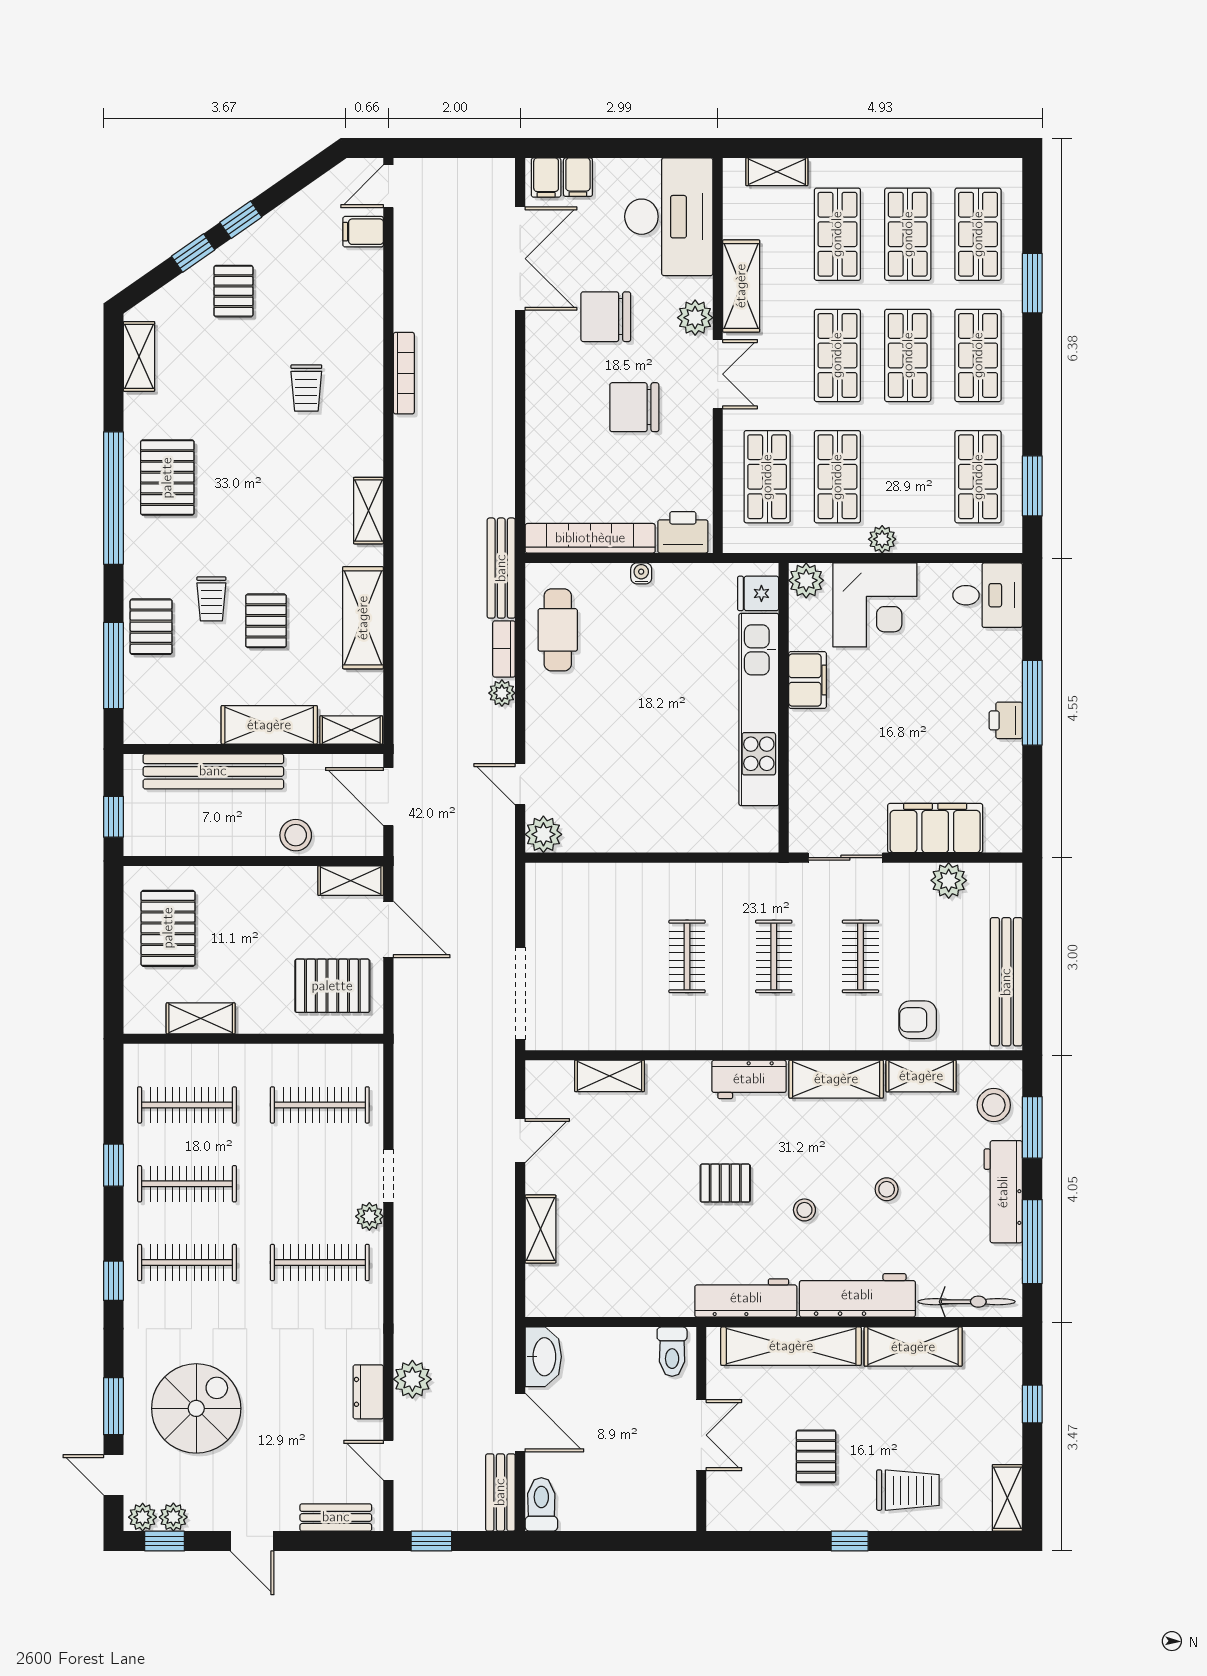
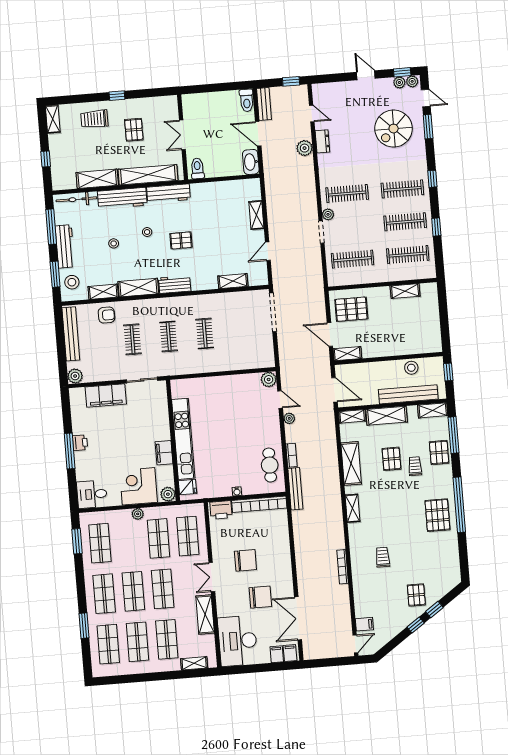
plant: (695, 318) -> (223, 600), removed
shelving: (139, 356) -> (433, 410), moved, turned 90
plant: (502, 693) -> (289, 418), moved
stool: (296, 835) -> (411, 368), moved
plant: (949, 880) -> (75, 376), moved
pallet: (168, 928) -> (422, 327), removed
bench: (336, 1517) -> (332, 88), removed

